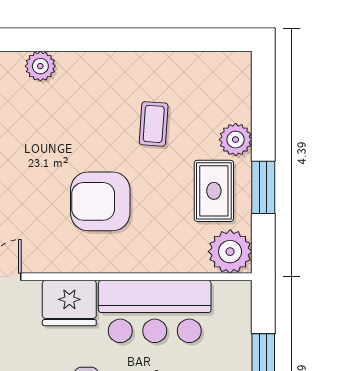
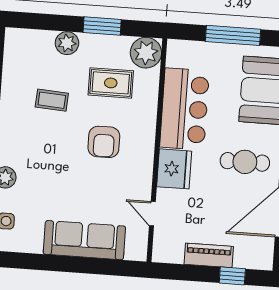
rug: (214, 191) -> (111, 83), moved
armchair: (100, 201) -> (104, 142), width x0.73, depth x0.73

